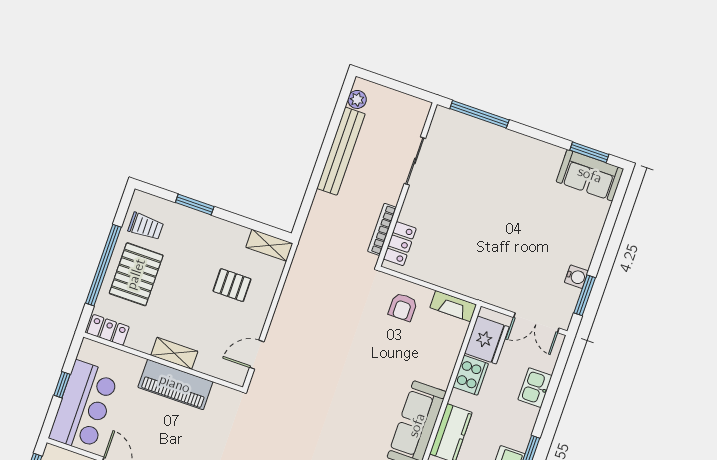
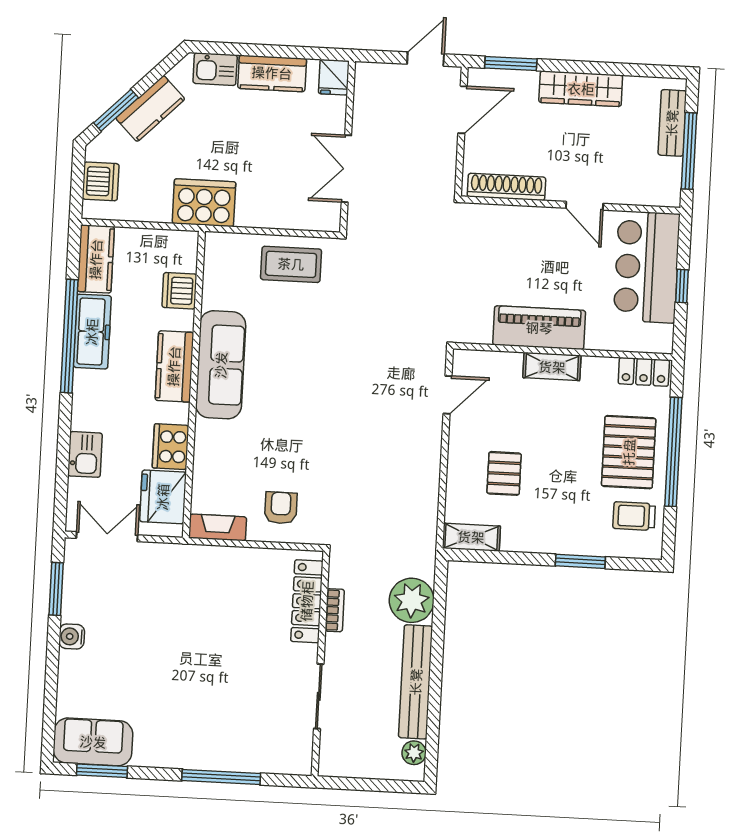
window: (479, 114) -> (221, 777), moved
plant: (327, 212) -> (412, 600), added
bookcase: (382, 229) -> (335, 610), width x0.64
locker: (400, 244) -> (307, 601), width x1.53
water cooler: (576, 277) -> (72, 636), moved
pallet: (232, 285) -> (504, 473), turned 90

